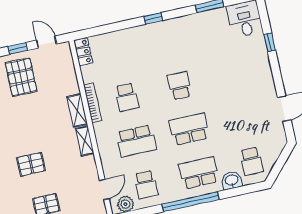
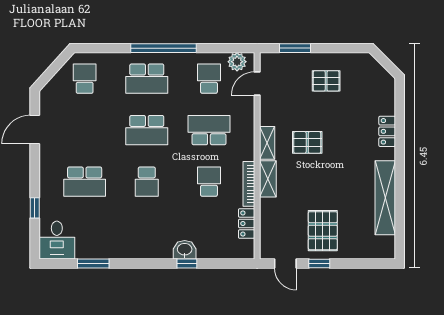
window: (153, 18) -> (187, 264), moved
locker: (83, 52) -> (247, 224), moved
school desk: (232, 74) -> (85, 182), added
pallet: (31, 164) -> (307, 142), moved
washbasin: (232, 180) -> (185, 250), moved, turned 180

